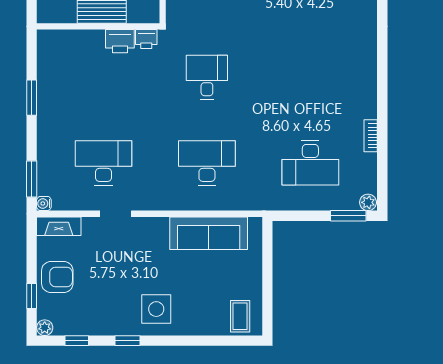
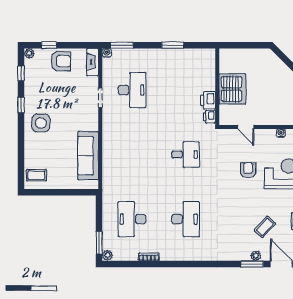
desk: (207, 163) -> (186, 219), moved
armchair: (57, 277) -> (61, 61), turned -90

